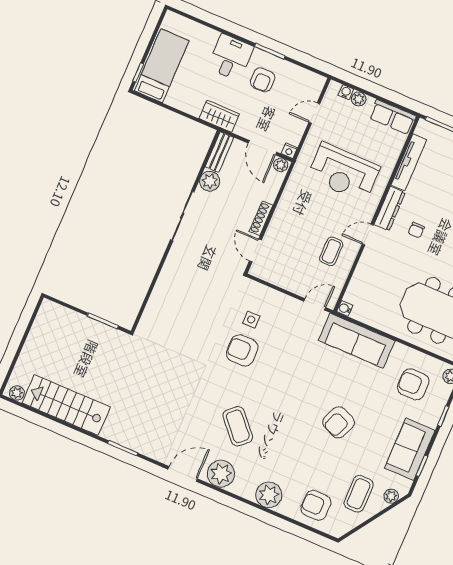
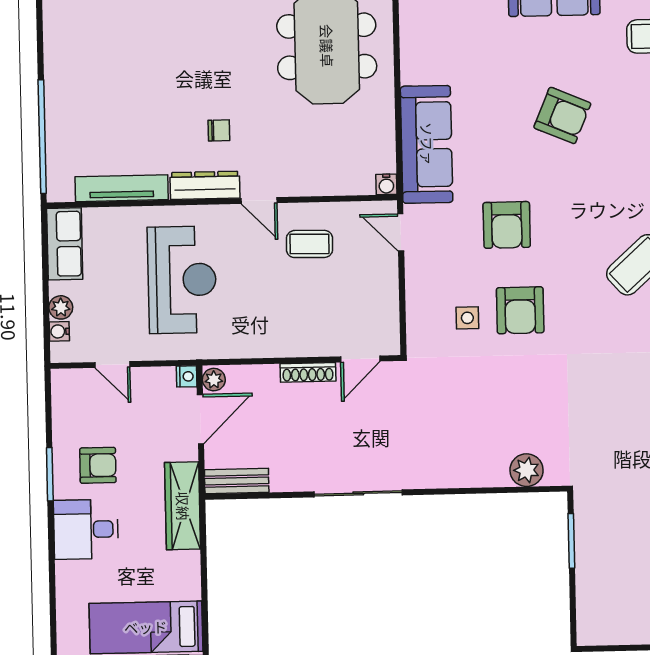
wardrobe: (219, 116) -> (183, 506), width x1.50
plant: (210, 181) -> (527, 470), moved
armchair: (413, 384) -> (507, 225), moved

